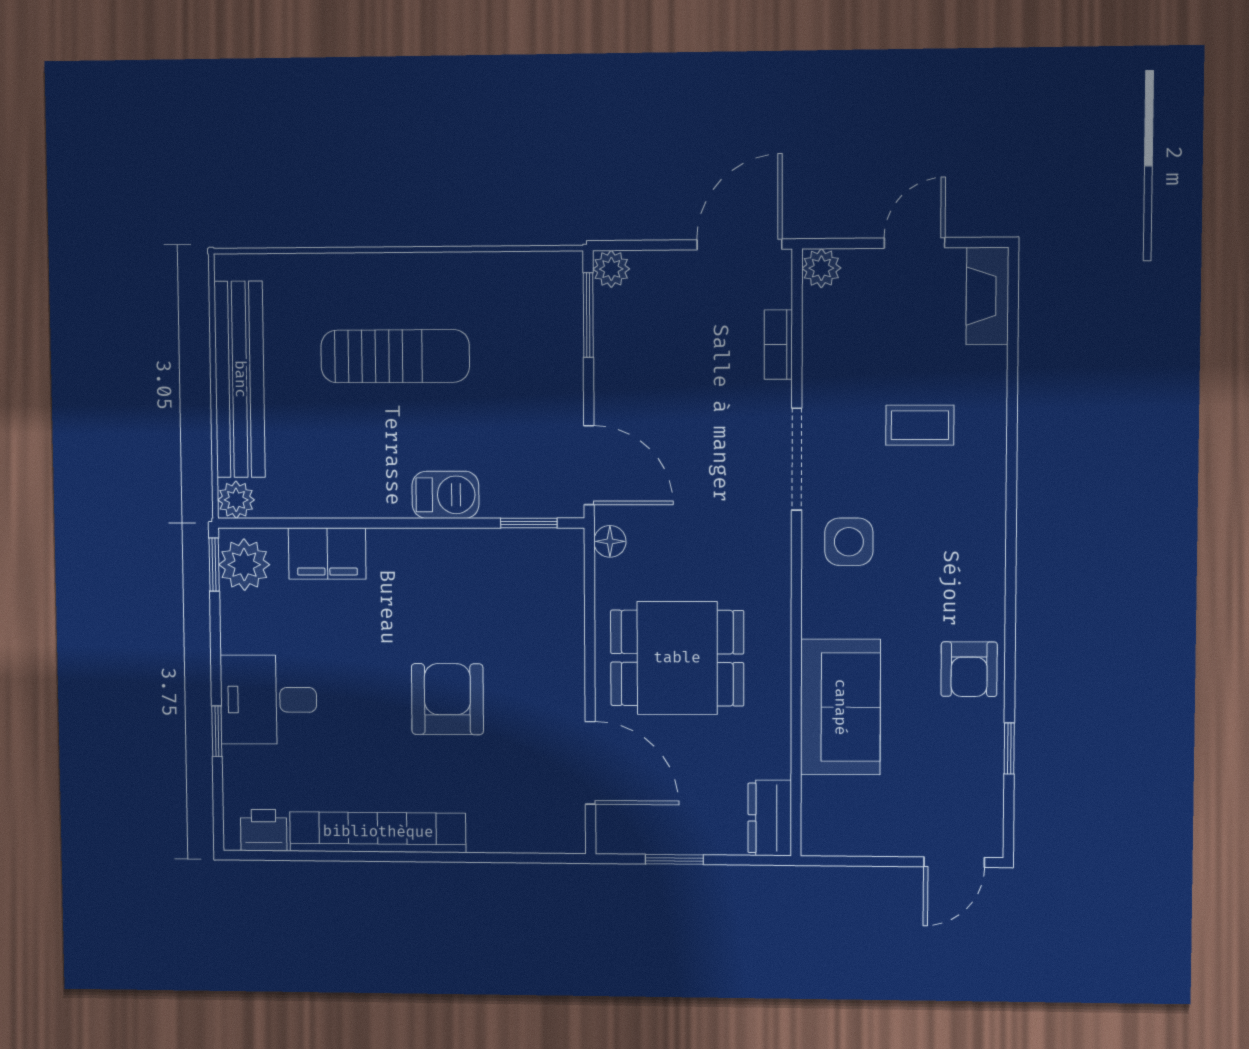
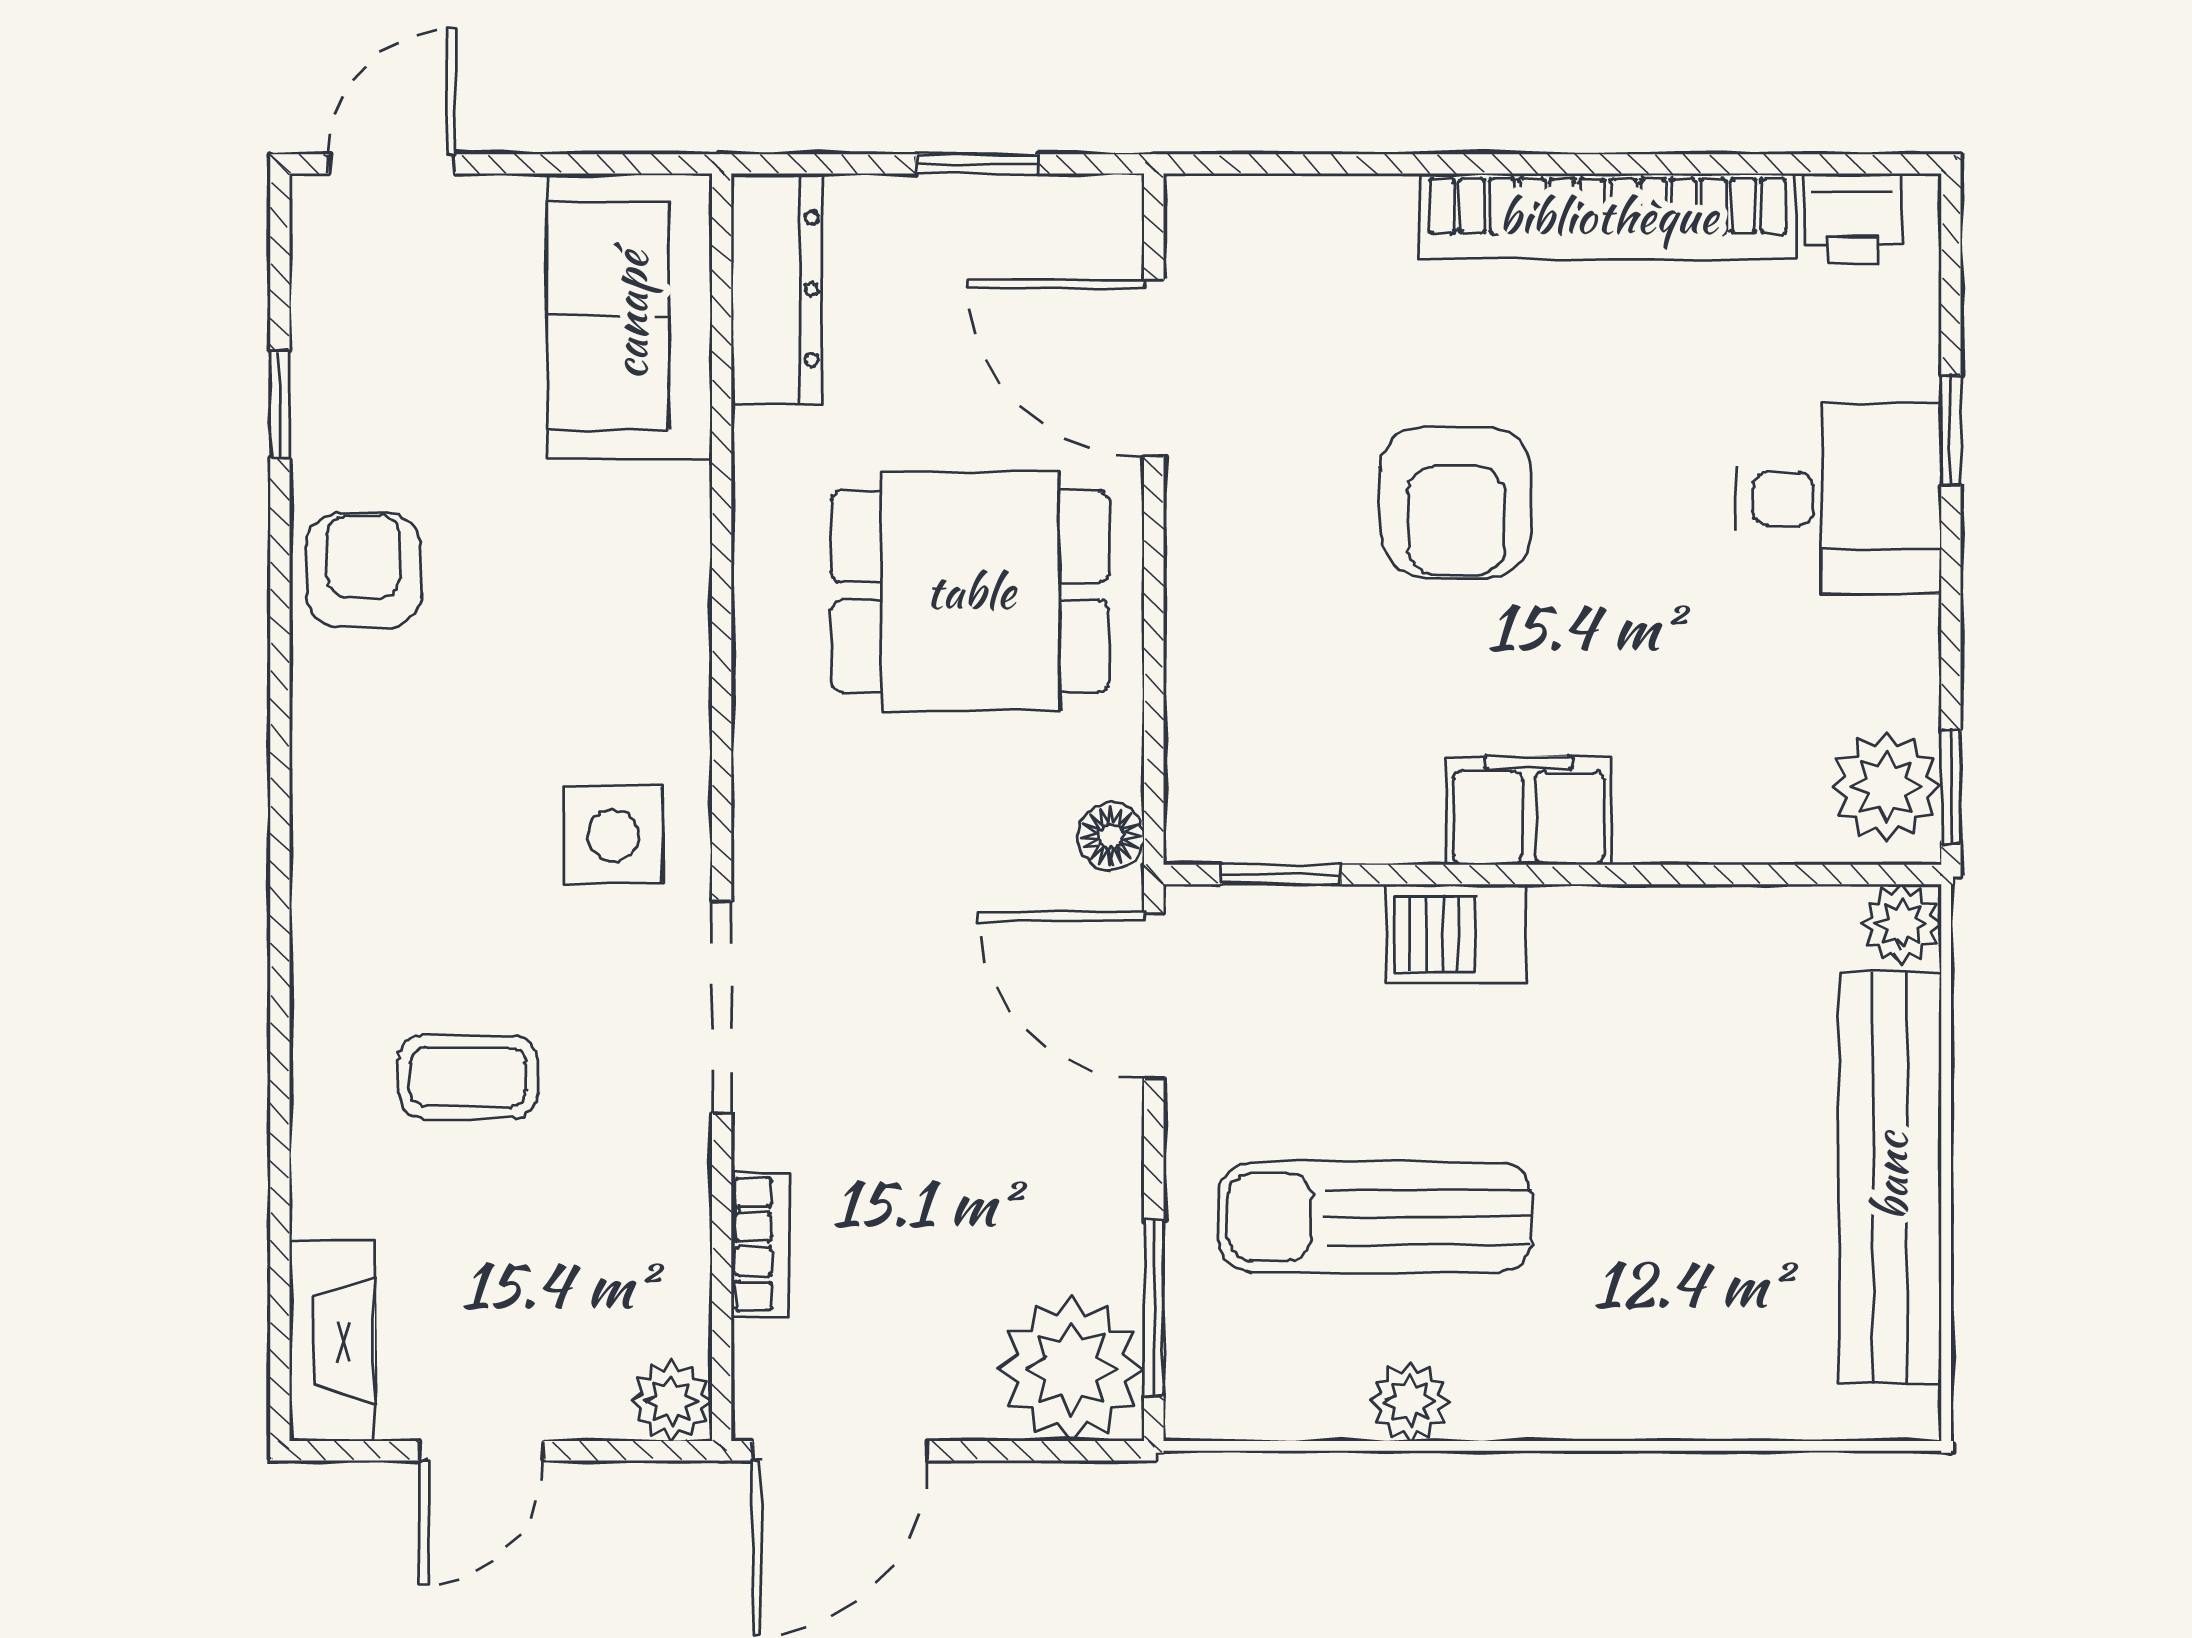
plant: (611, 269) -> (1072, 1369), width x1.87, depth x1.87
plant: (465, 270) -> (1410, 1402), added
sun lounger: (395, 356) -> (1374, 1217), moved
filing cabinet: (327, 553) -> (1529, 810), moved
sofa: (840, 707) -> (630, 316), moved
dresser: (770, 818) -> (776, 289), width x1.44

